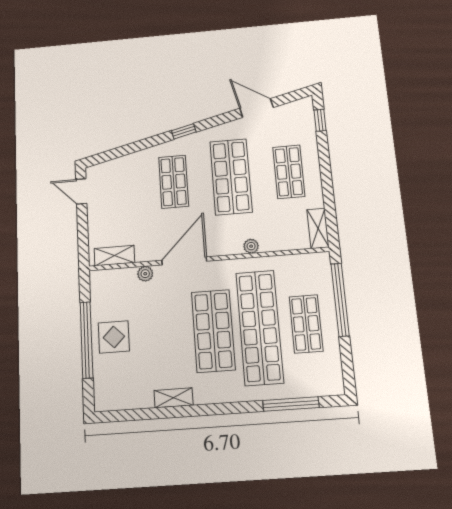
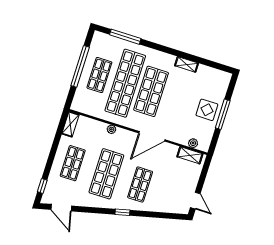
door: (257, 108) -> (61, 208), moved
plant: (145, 274) -> (193, 143), moved
window: (340, 300) -> (80, 66), moved
window: (87, 340) -> (223, 114), width x0.68

